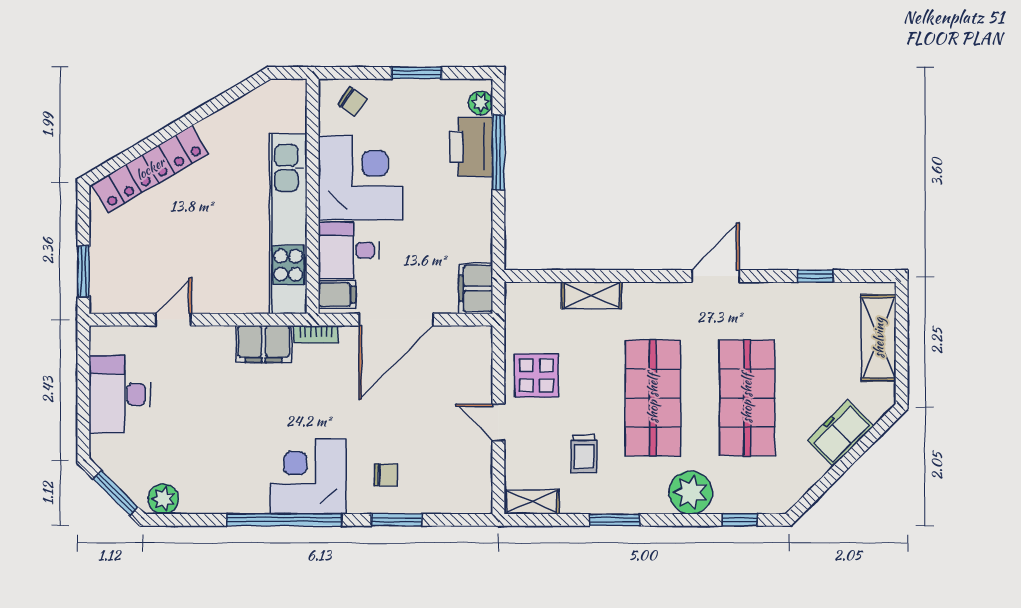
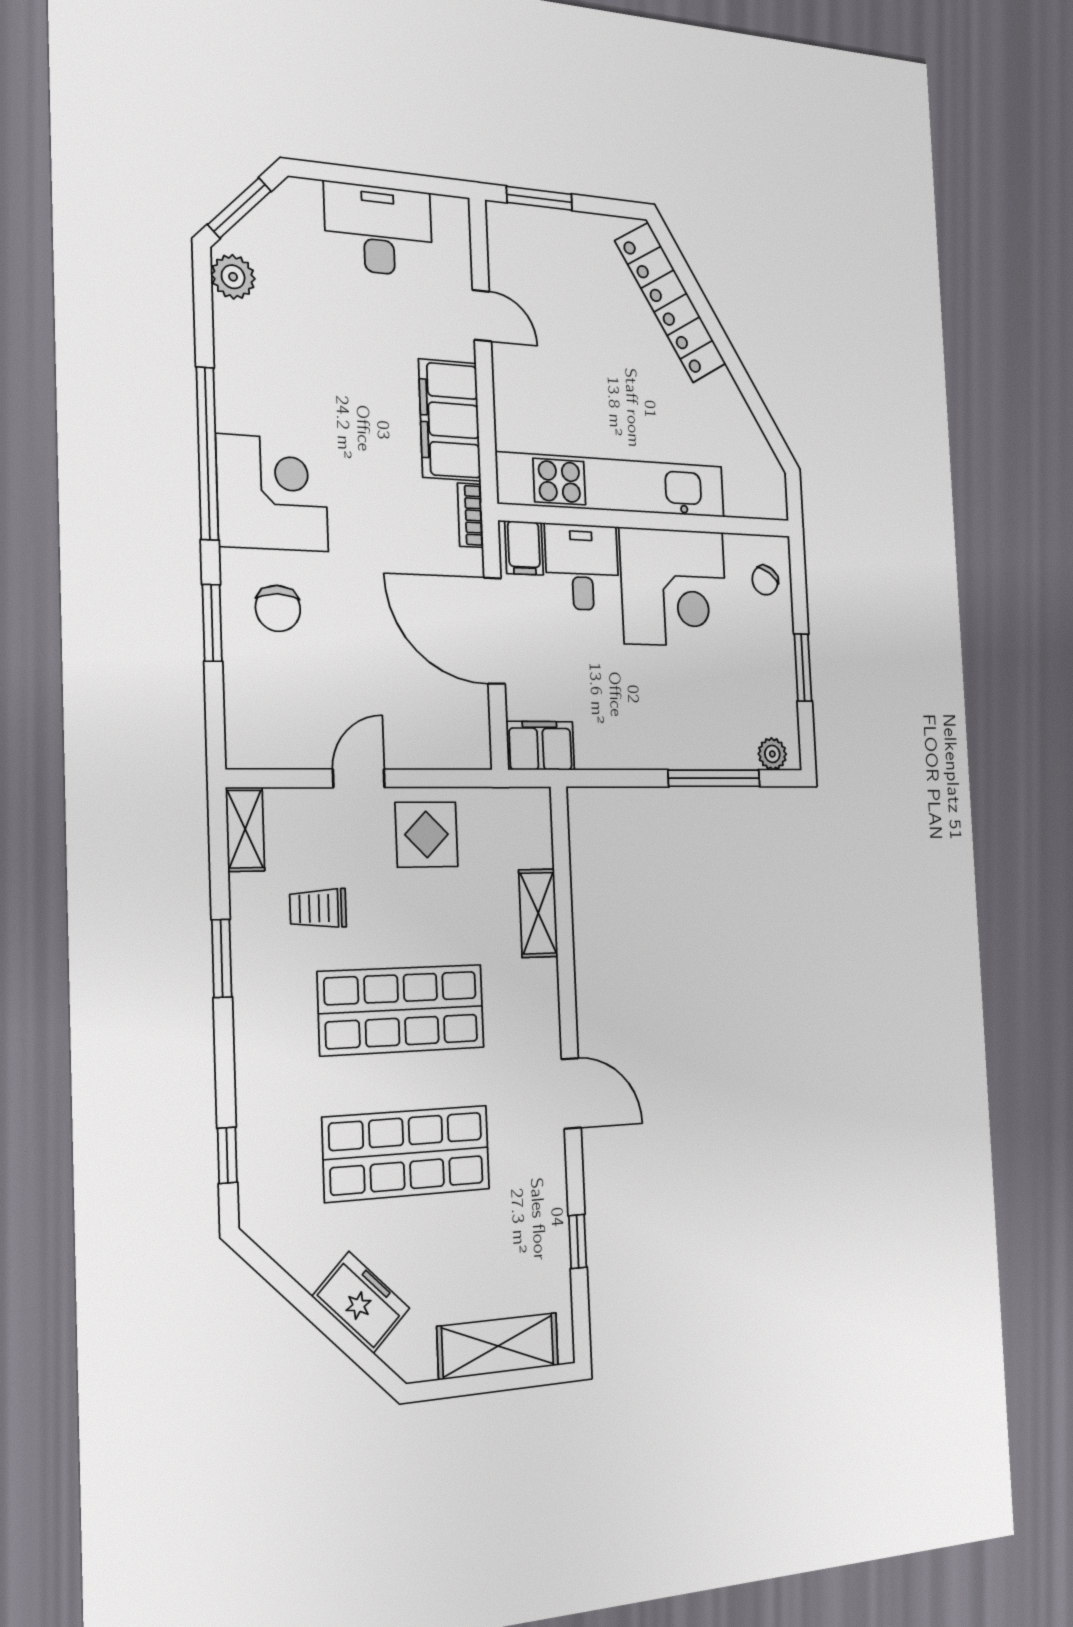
printer: (471, 147) -> (719, 741), removed
filing cabinet: (264, 344) -> (450, 420), width x1.50, depth x1.17
chair: (386, 475) -> (278, 608), width x1.37, depth x1.37
plant: (691, 492) -> (266, 1075), removed

